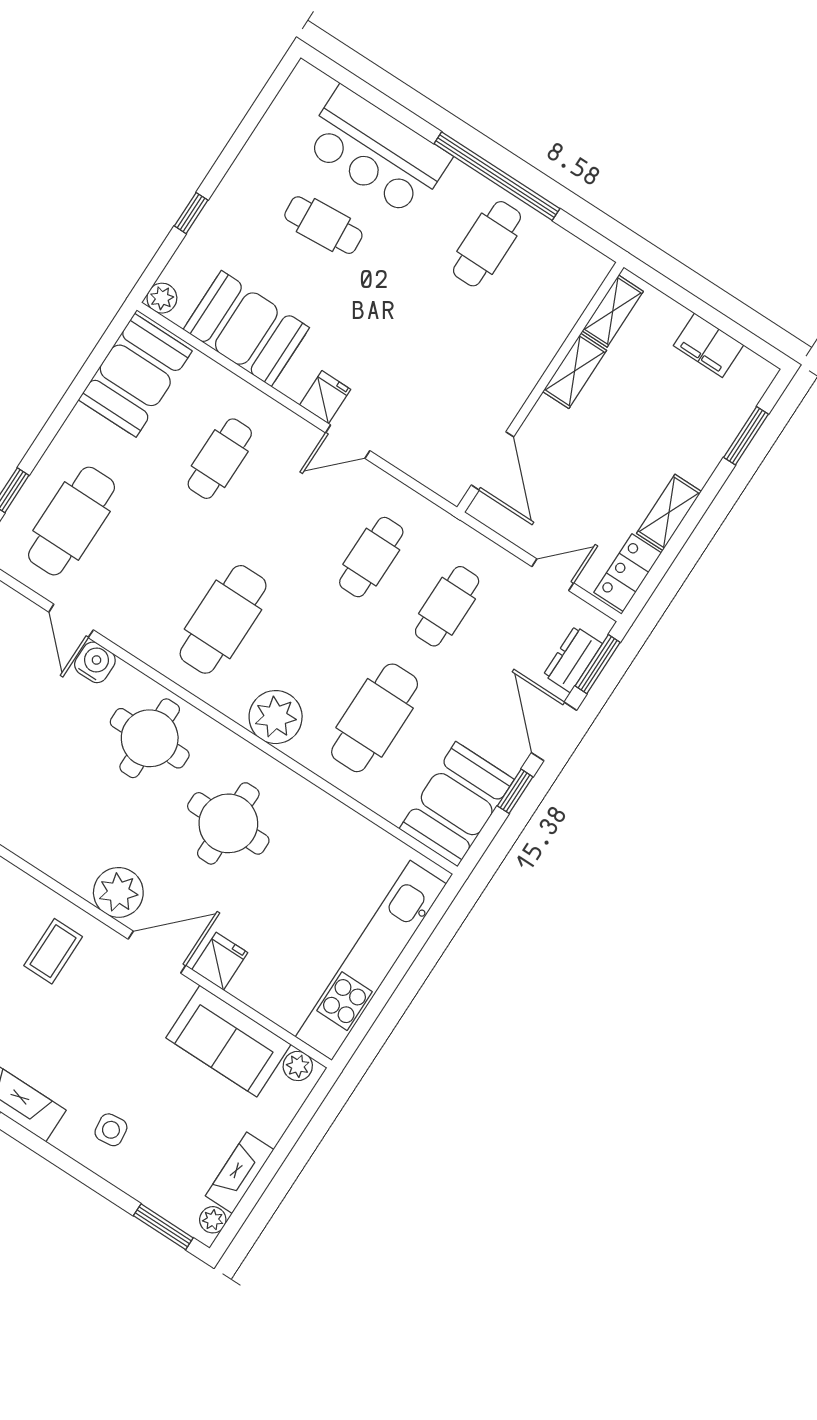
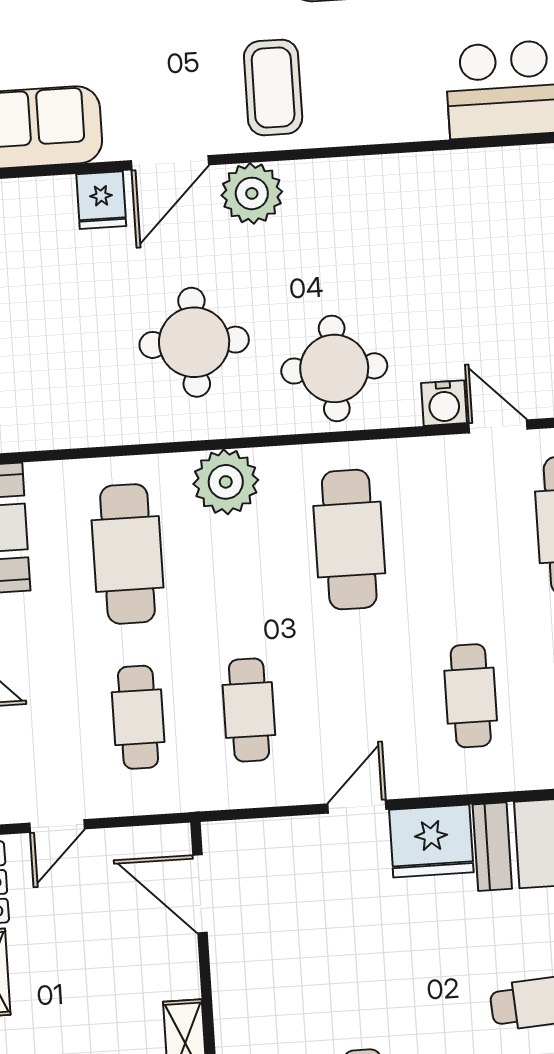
fridge: (325, 397) -> (431, 841), width x1.88, depth x1.34
coffee table: (53, 951) -> (273, 87), width x1.36, depth x1.30

